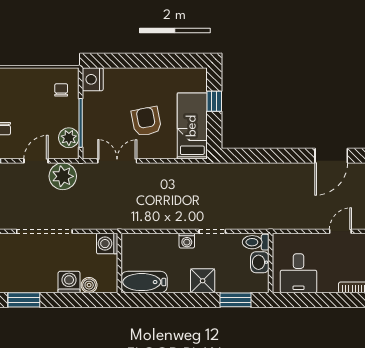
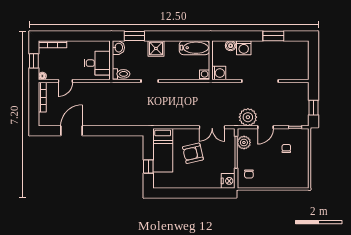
armchair: (146, 121) -> (193, 153), turned 88
washing machine: (187, 241) -> (205, 75), moved
washbasin: (260, 262) -> (118, 48), moved
desk: (299, 273) -> (97, 63), moved, turned 90

